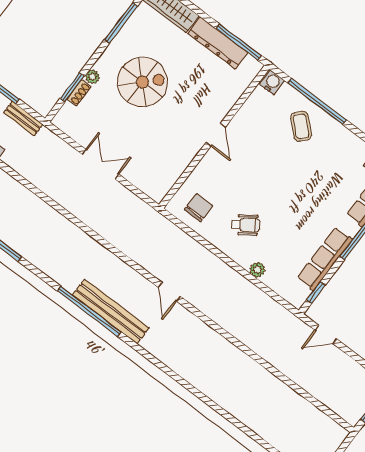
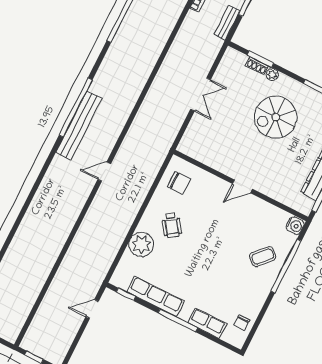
spiral stairs: (142, 82) -> (276, 117), turned 90
plant: (257, 270) -> (141, 244), width x1.88, depth x1.88
door: (326, 335) -> (92, 309), hinge flipped

